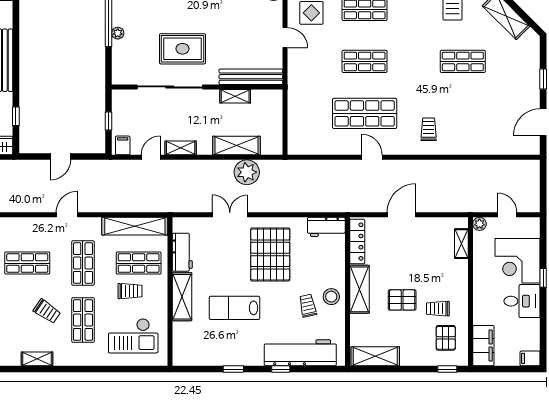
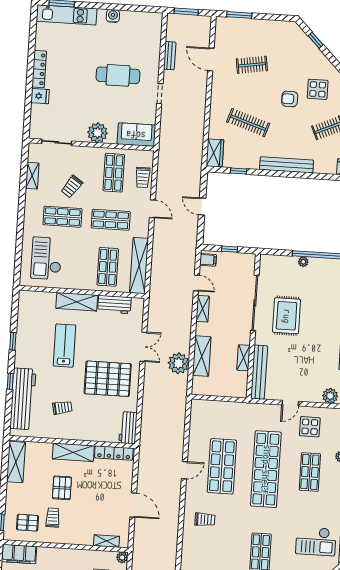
shop shelf: (365, 61) -> (266, 469), width x2.00, depth x1.36
door: (402, 215) -> (133, 505), moved
trolley: (130, 291) -> (143, 177), moved
stool: (331, 297) -> (69, 428), removed

